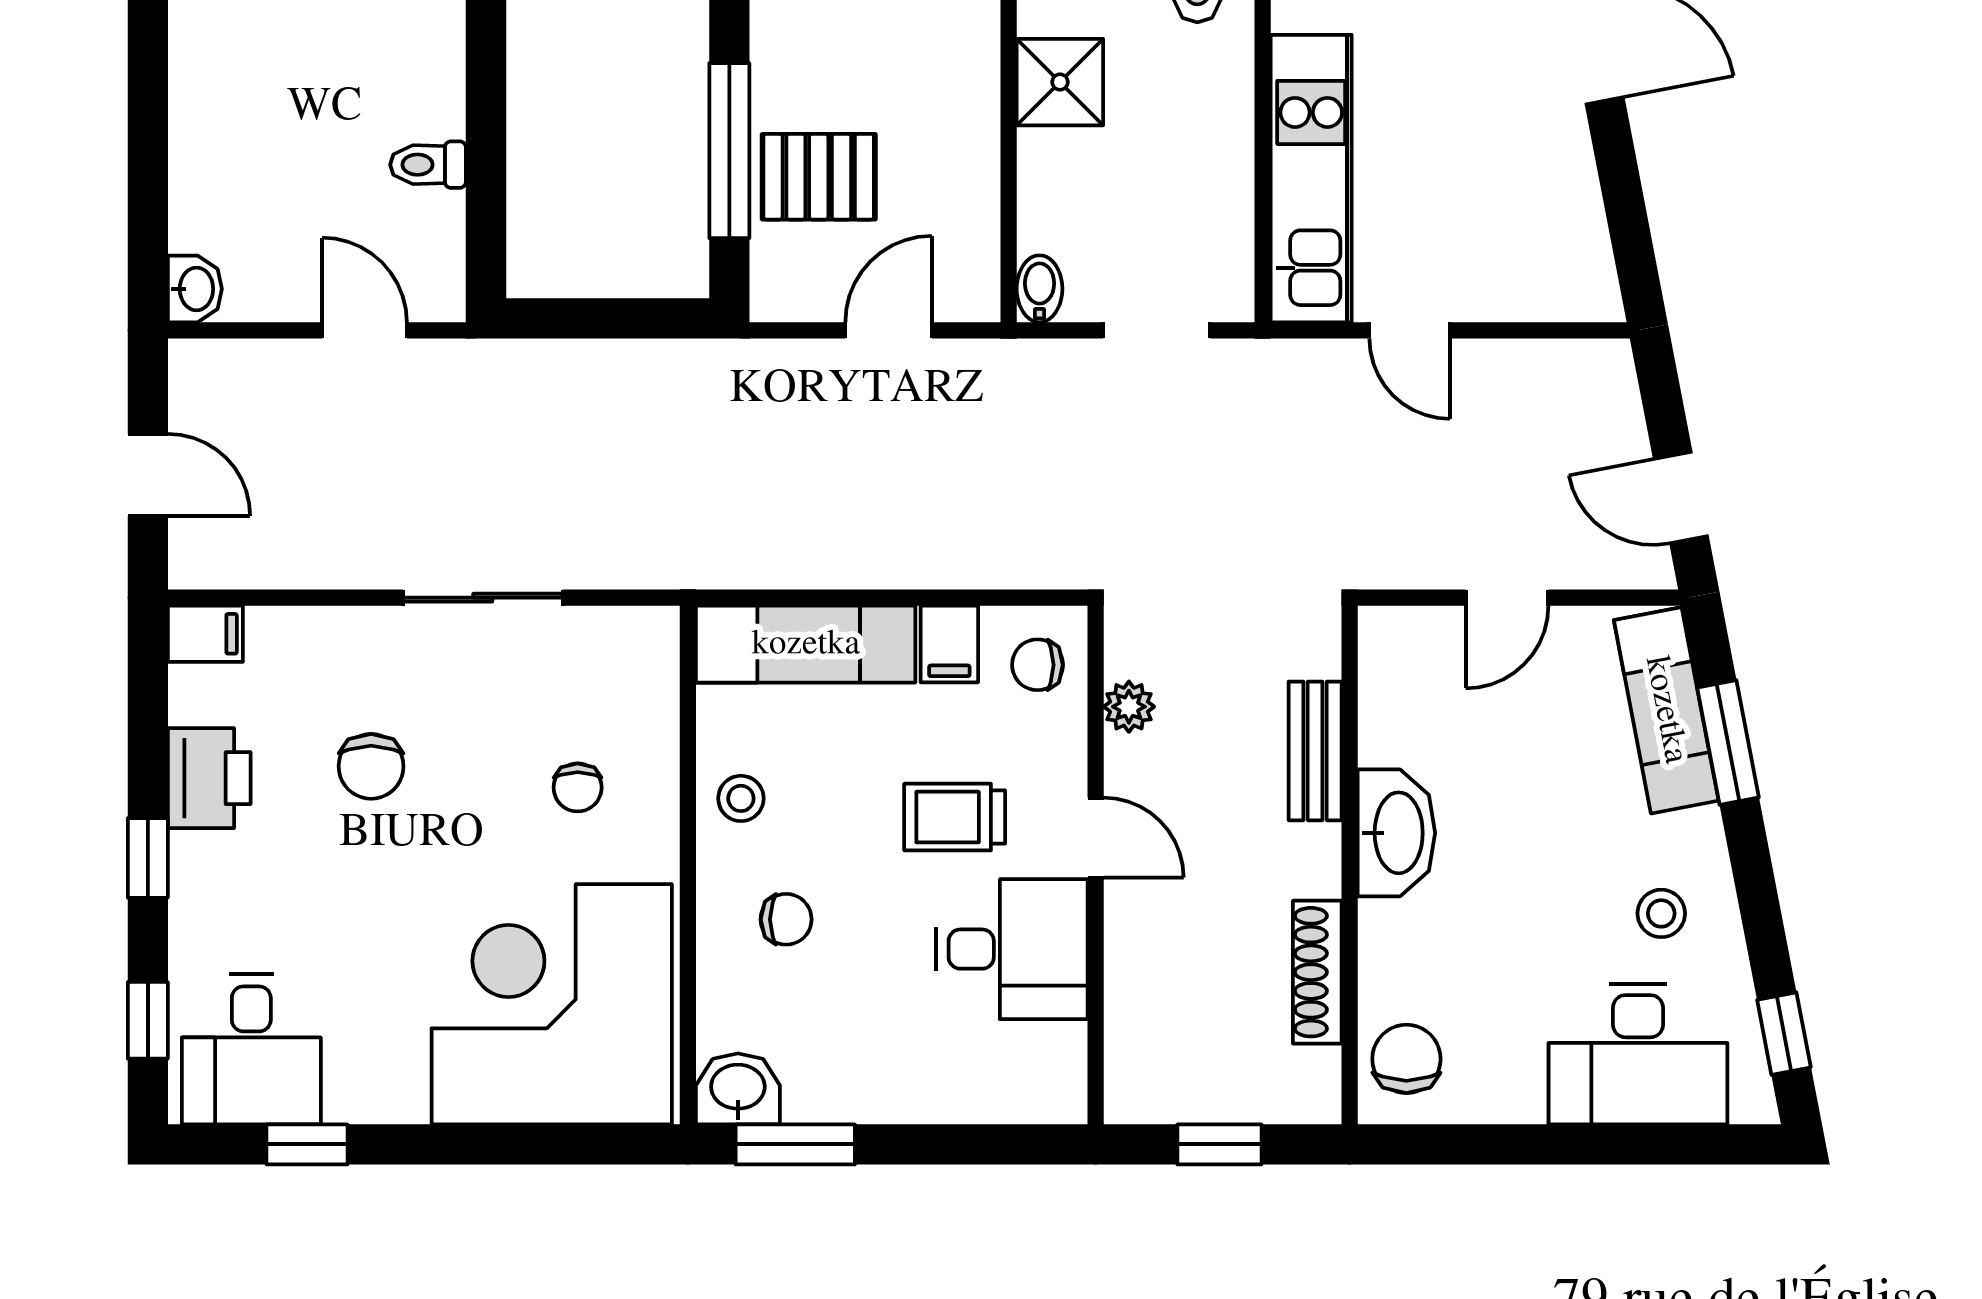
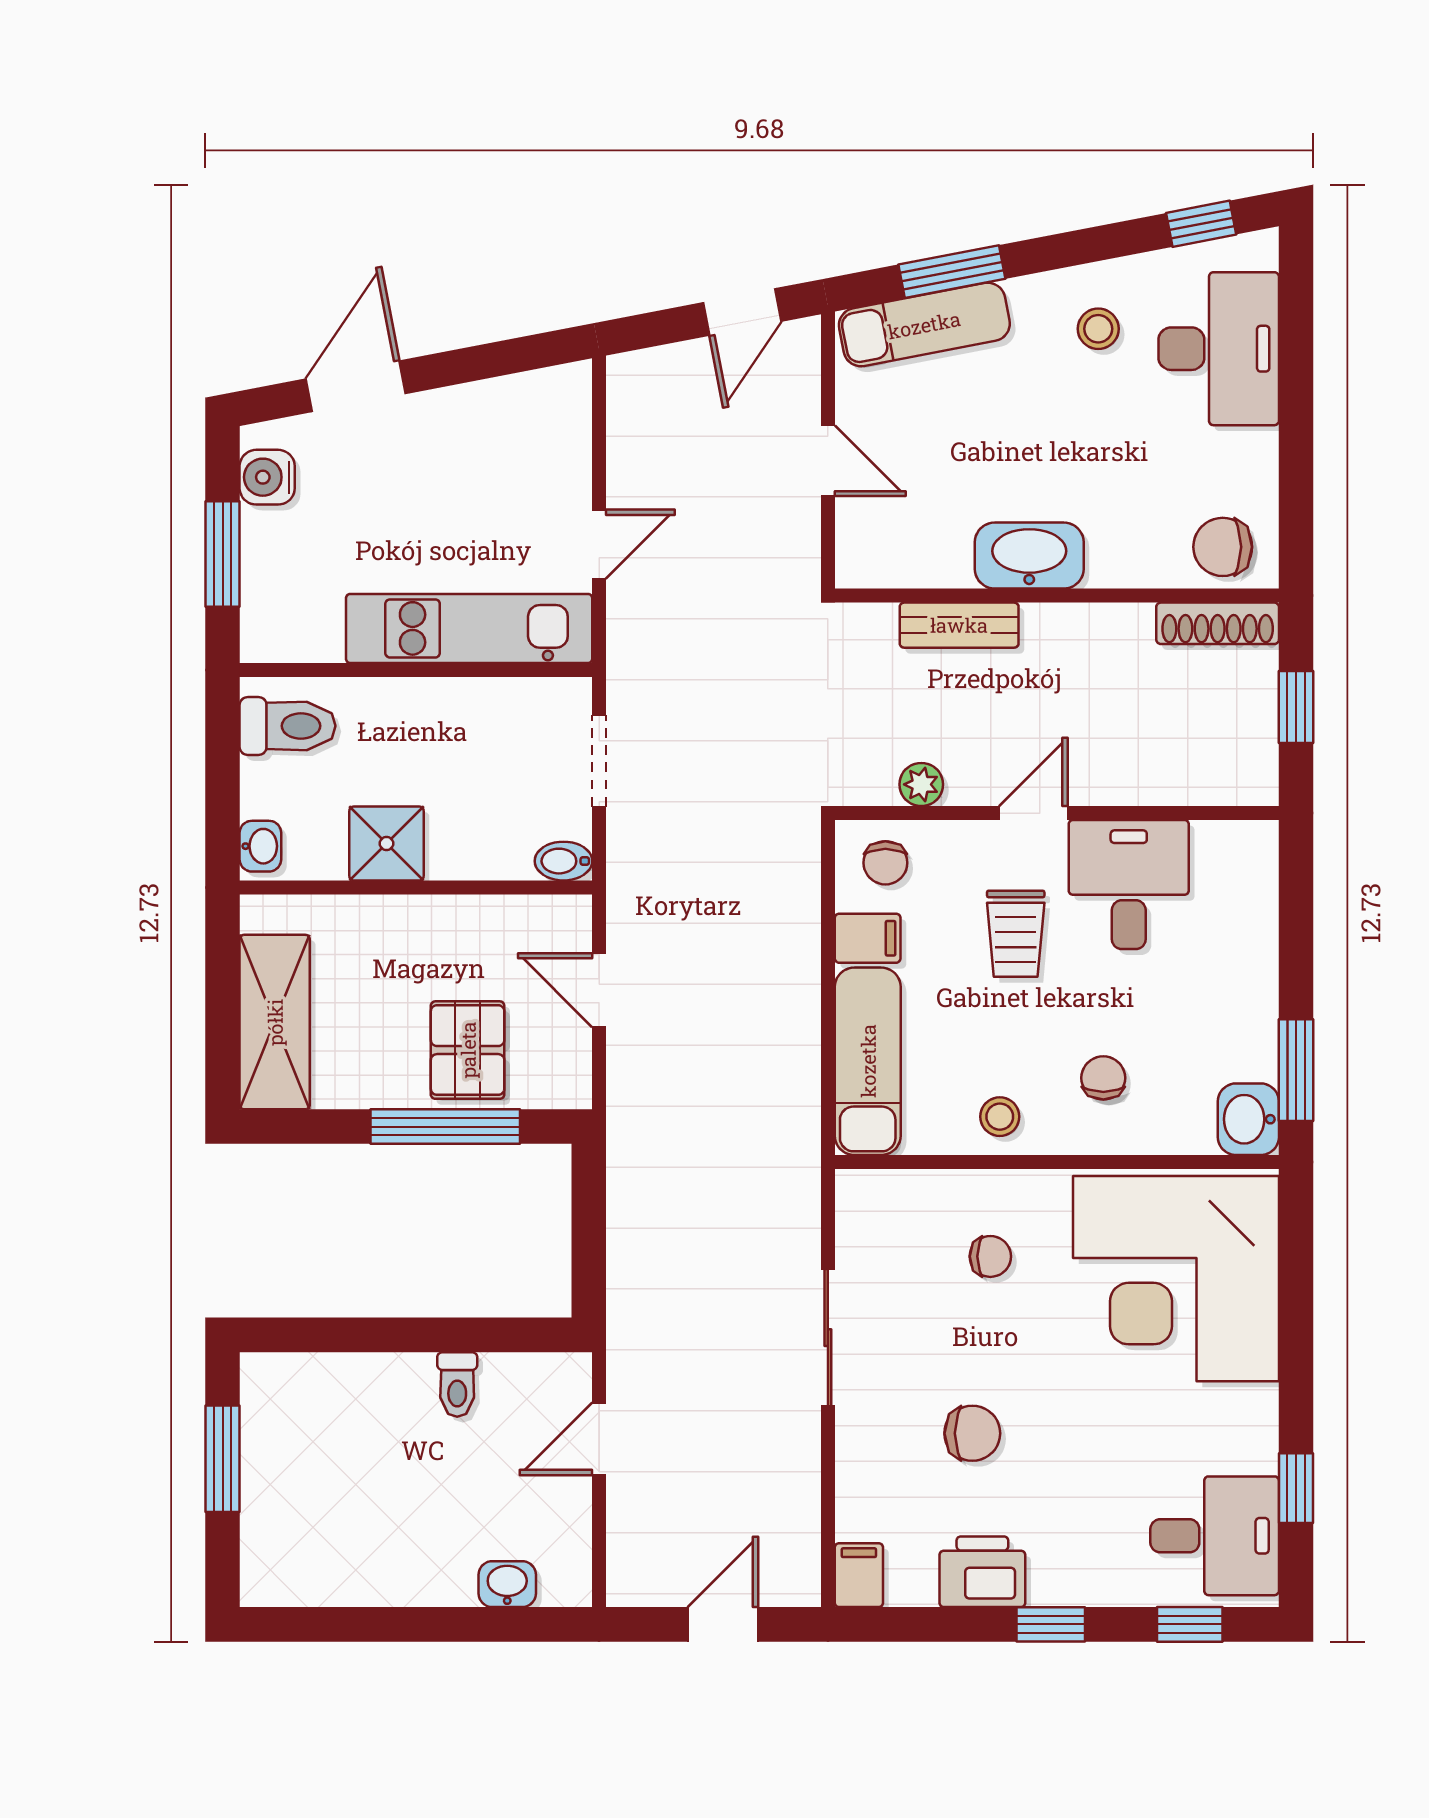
washbasin: (195, 289) -> (507, 1584), moved
shoe rack: (1317, 972) -> (1218, 623), moved

